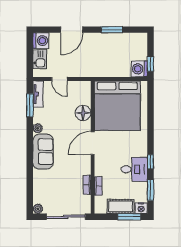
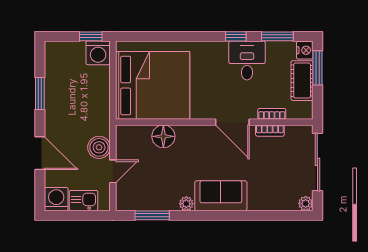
boiler: (76, 70) -> (99, 147), added
tv unit: (38, 94) -> (135, 203), removed
door: (93, 143) -> (232, 122), moved

